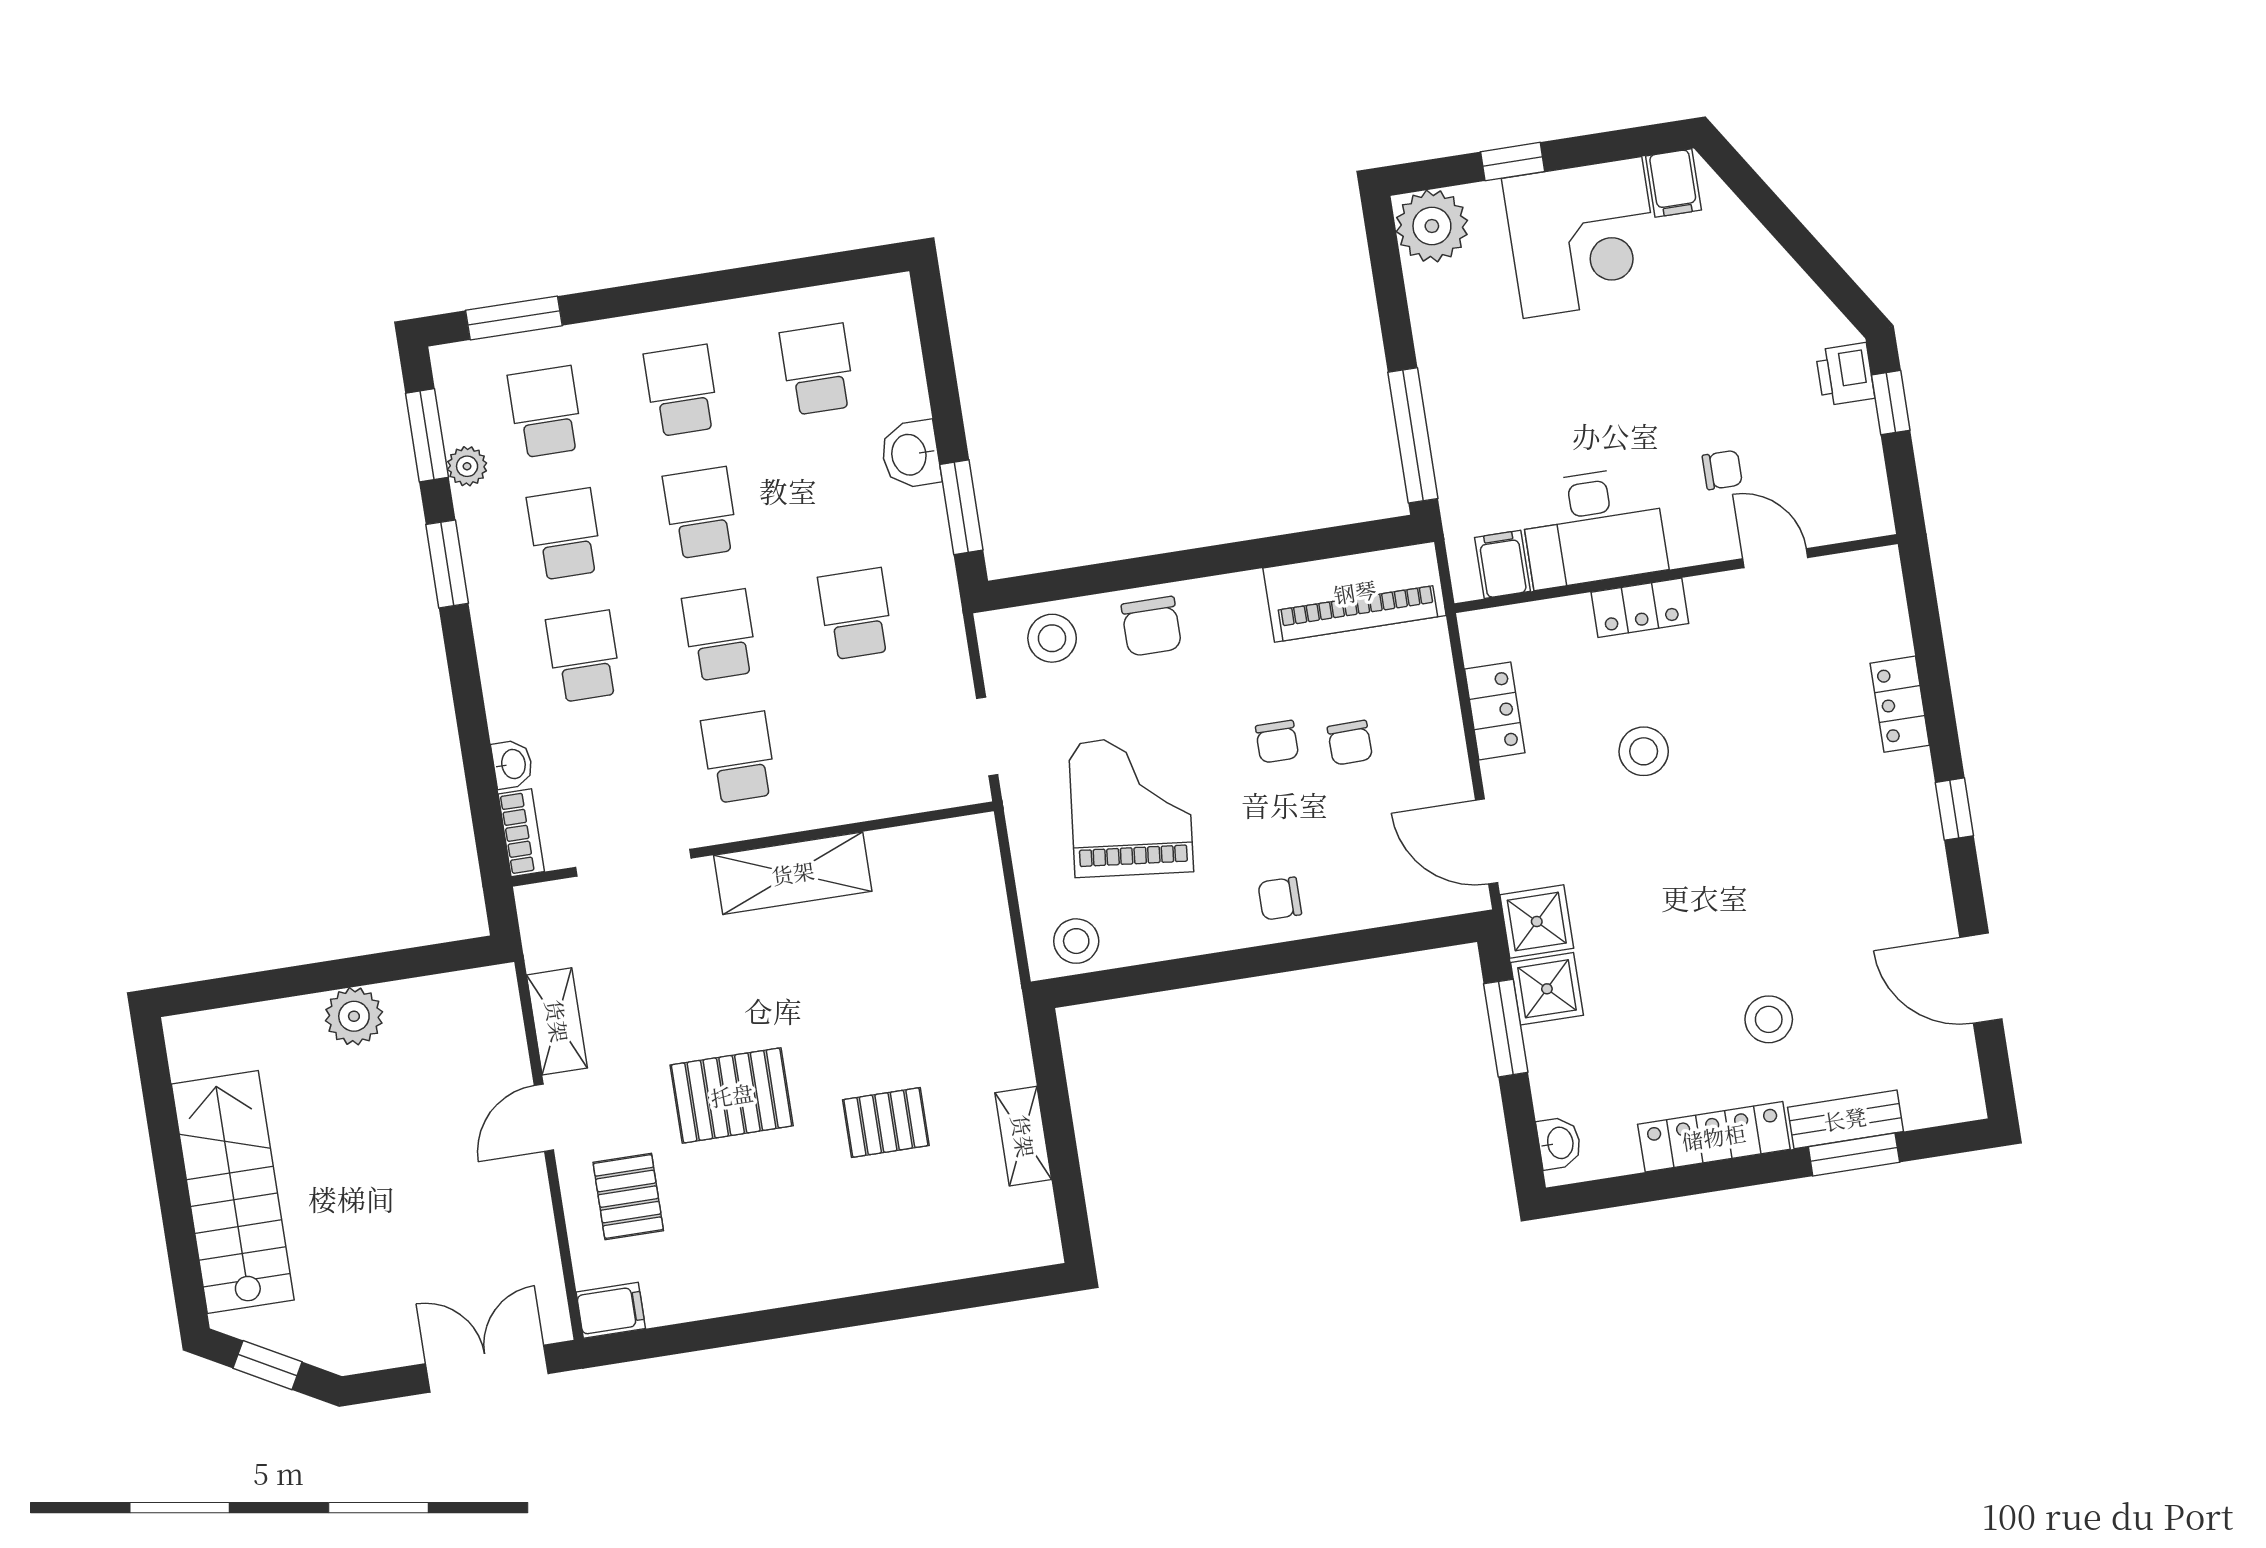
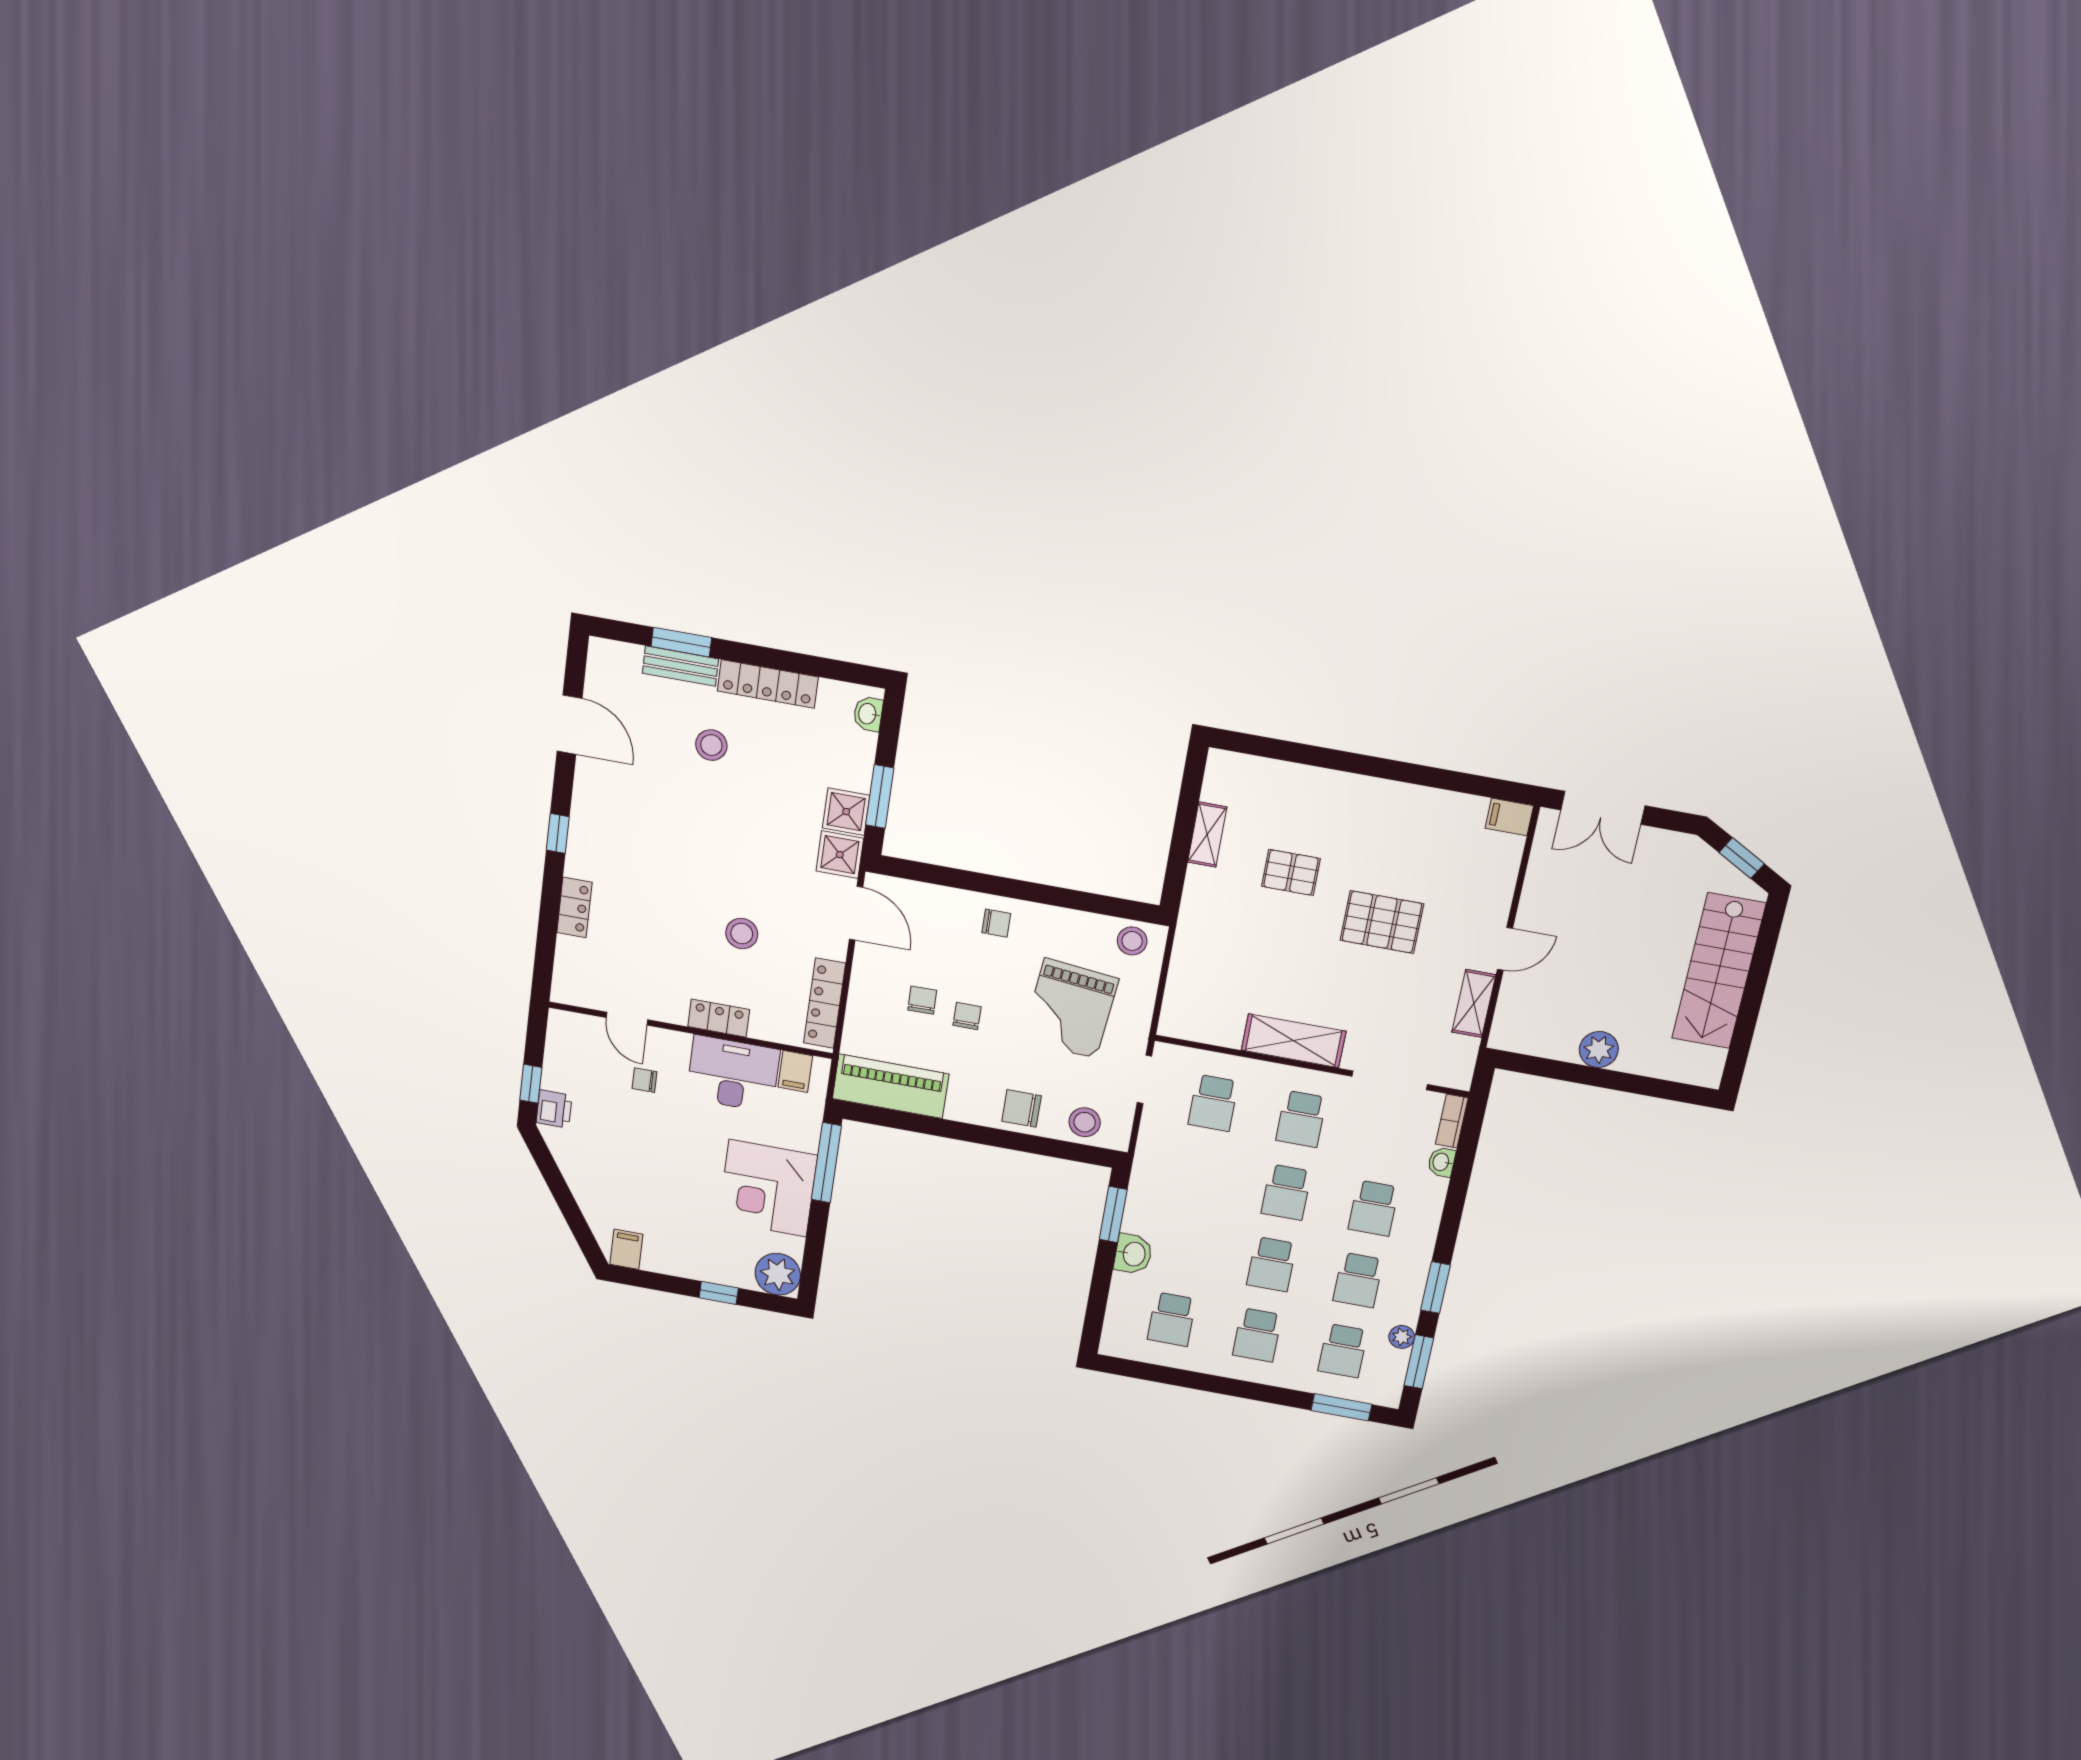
corner desk: (1583, 238) -> (768, 1188), moved, turned -90
school desk: (856, 614) -> (1213, 1103), moved
chair: (1151, 626) -> (1022, 1108), turned -90
locker: (1495, 711) -> (825, 1003), width x1.53
pallet: (628, 1197) -> (1471, 883), removed

